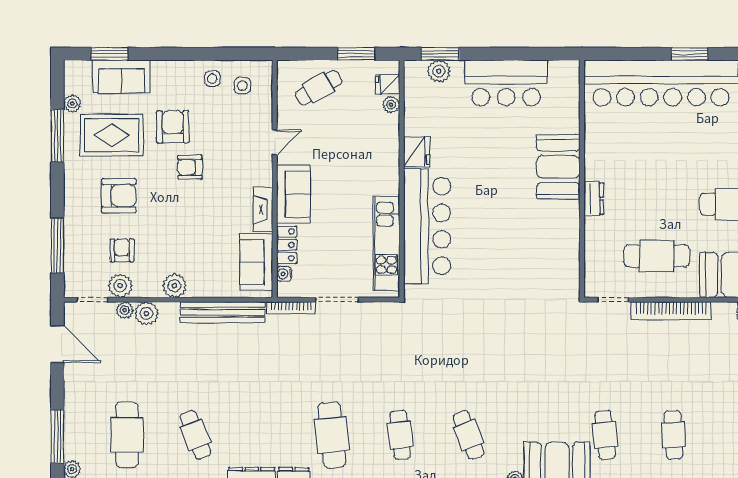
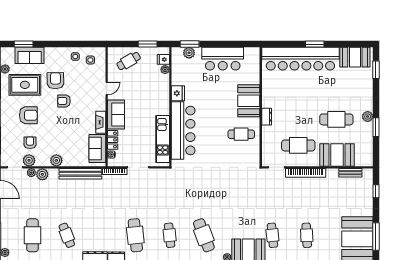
cafe table: (543, 234) -> (241, 134), added
cafe table: (469, 435) -> (204, 235), width x1.37, depth x1.35

